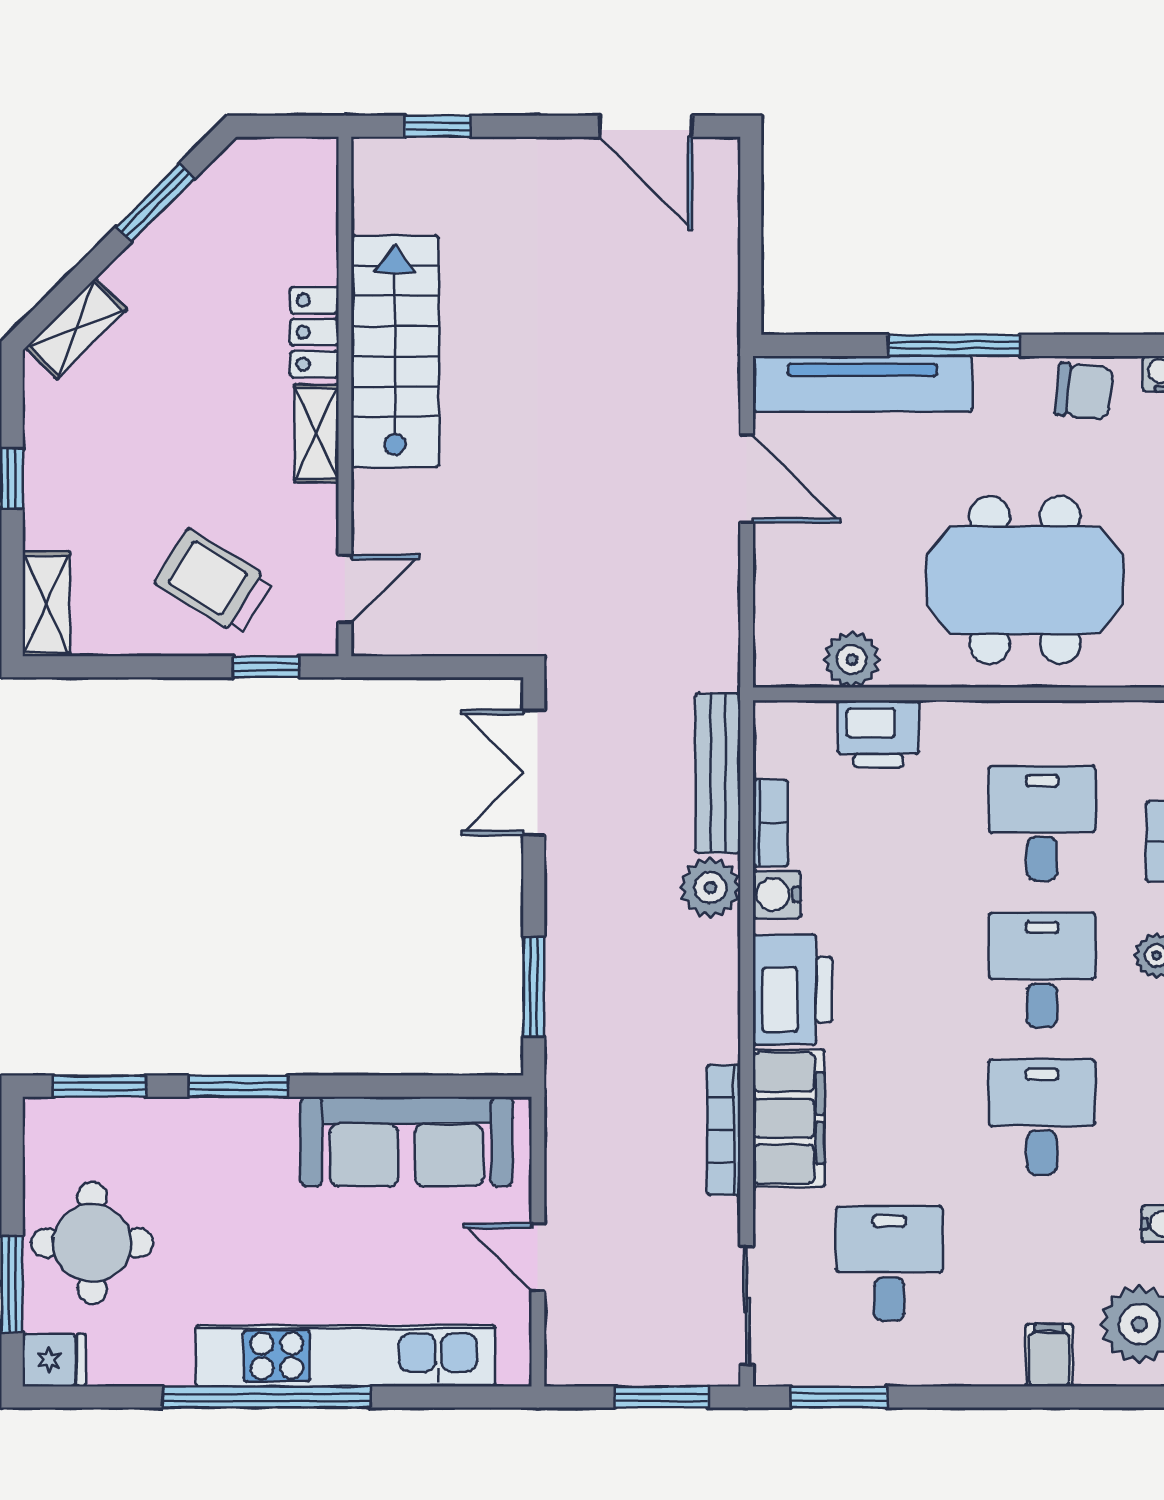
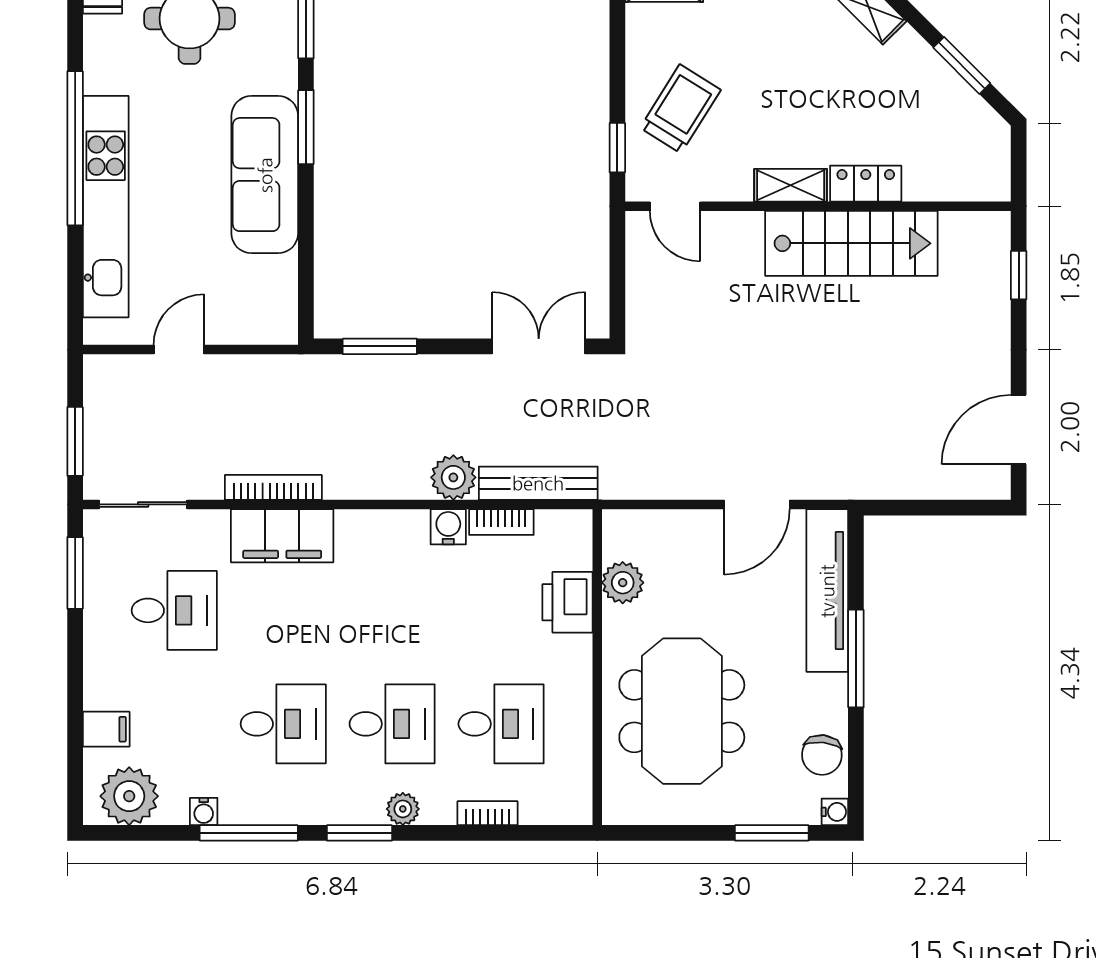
printer: (792, 990) -> (378, 539), removed
sofa: (407, 1142) -> (265, 175), moved

